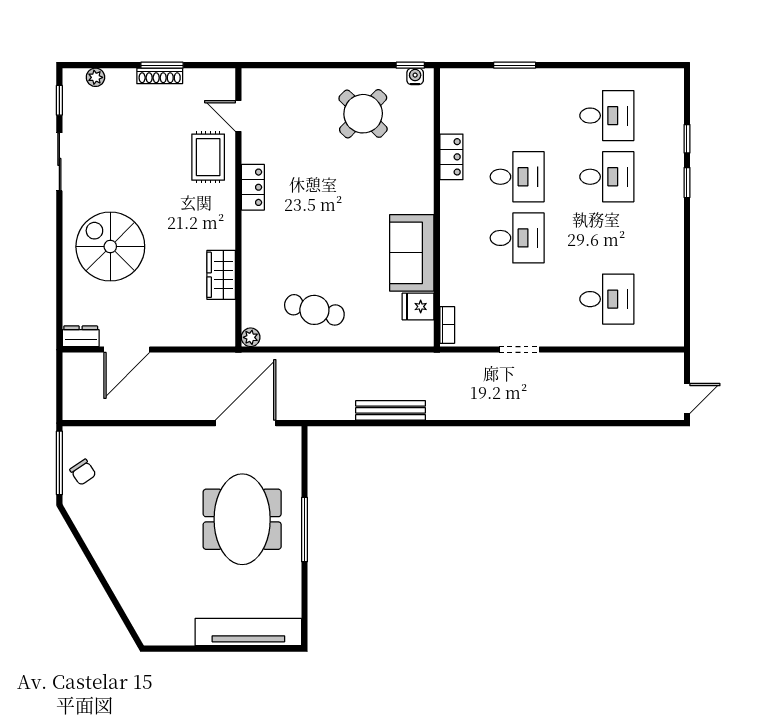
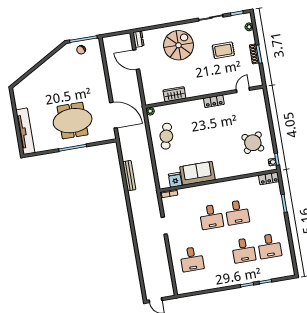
rug: (208, 157) -> (223, 50), moved
locker: (451, 157) -> (269, 178), moved

